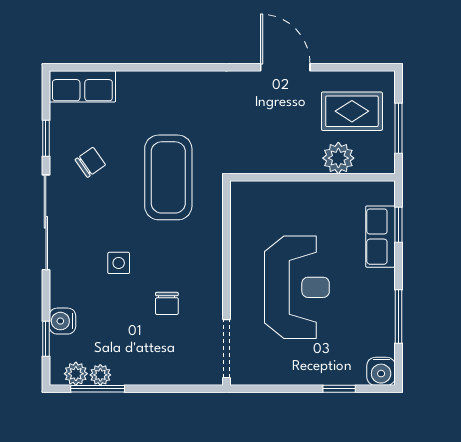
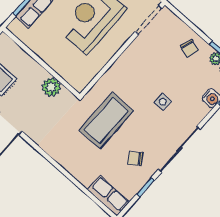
plant: (338, 158) -> (51, 87), moved
chair: (167, 303) -> (189, 48), moved, turned 108

